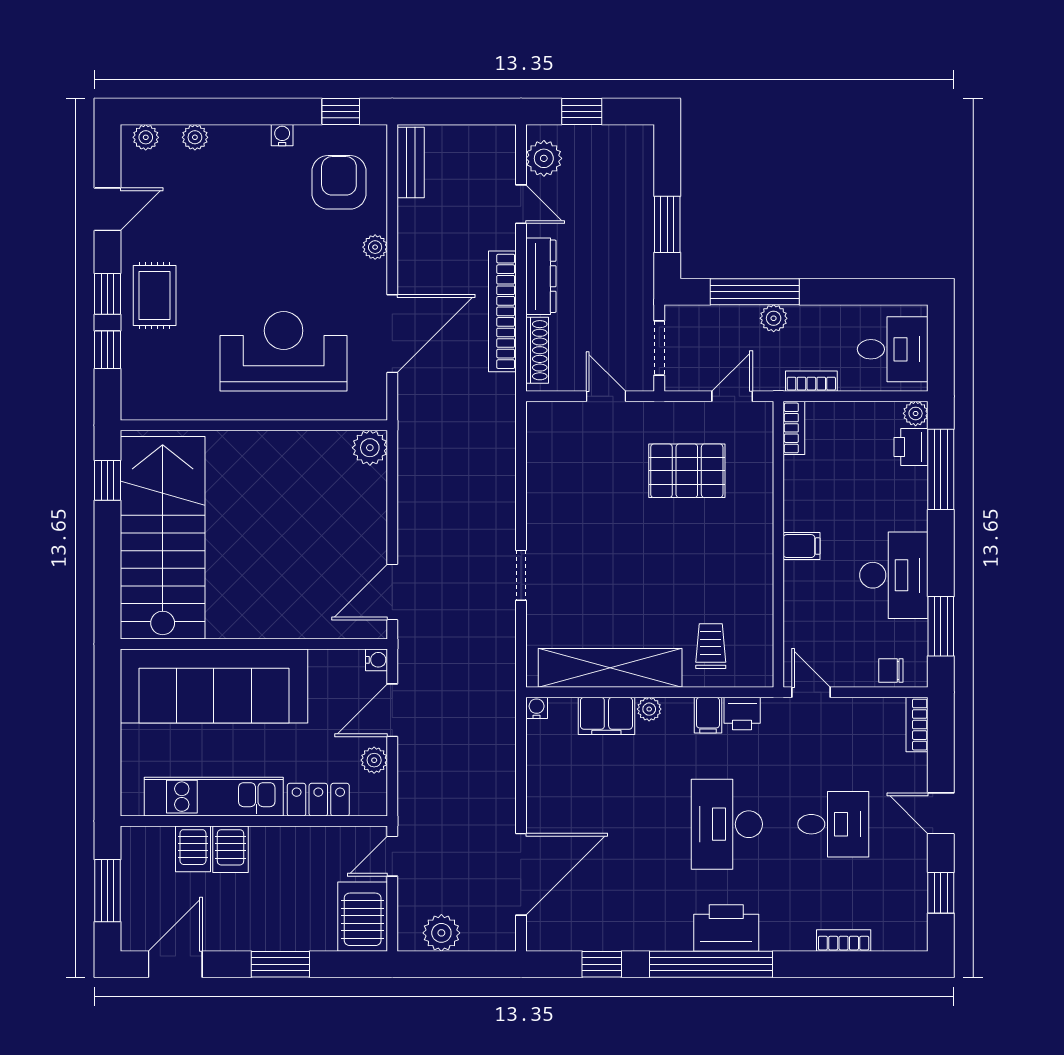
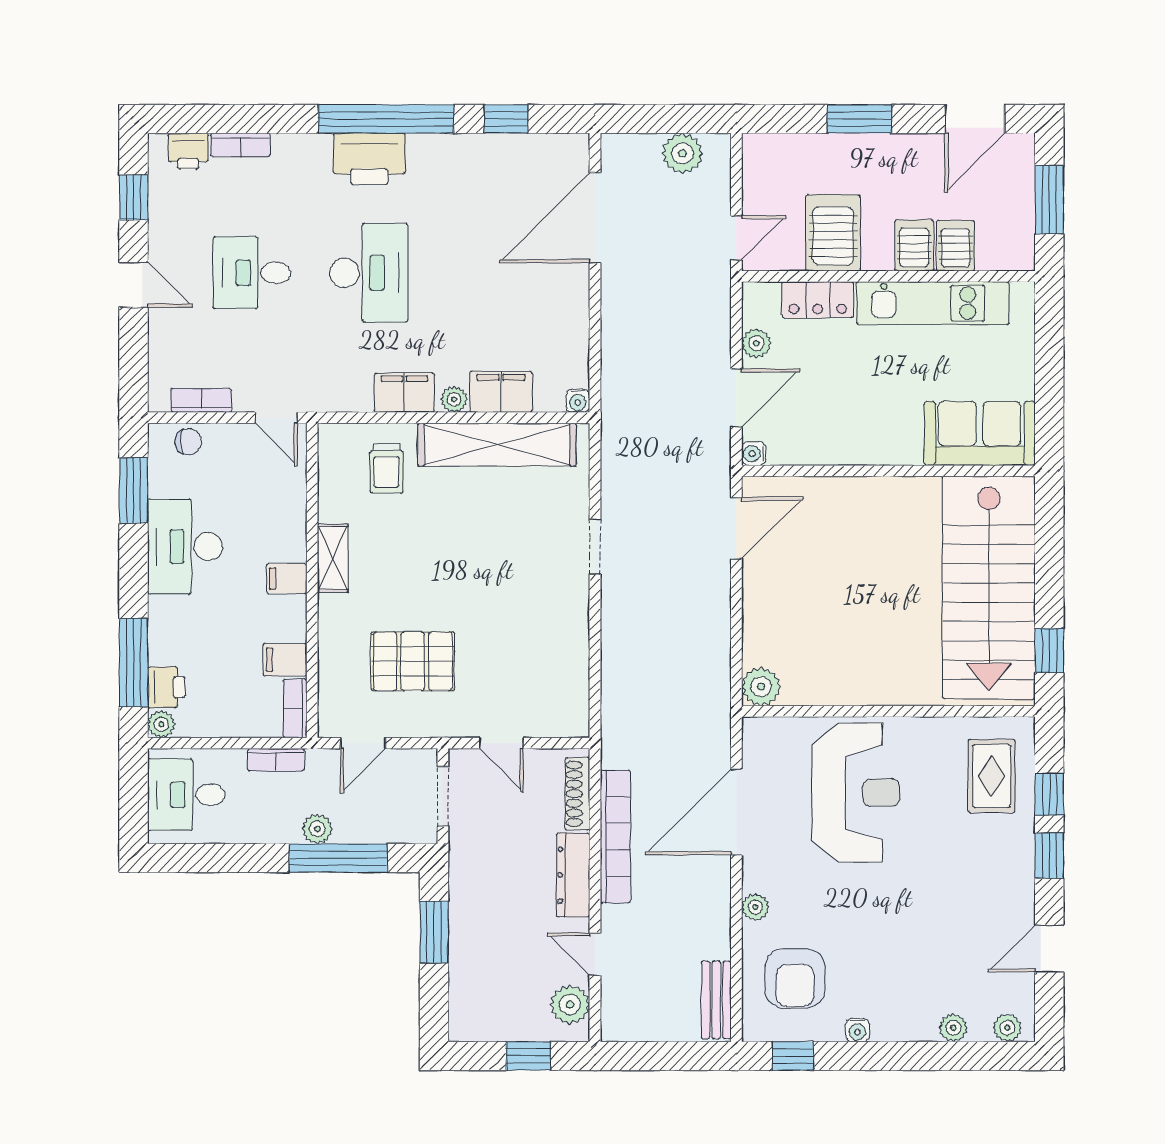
rug: (155, 296) -> (992, 776), moved
reception desk: (284, 351) -> (856, 793), turned -90
filing cabinet: (803, 472) -> (285, 660), added
shelving: (760, 565) -> (333, 558), added
sofa: (214, 686) -> (980, 433), width x0.54, depth x0.79
printer: (742, 713) -> (188, 151), moved, turned 180
filing cabinet: (708, 715) -> (404, 393), width x2.00
bookcase: (917, 725) -> (201, 400), moved, turned -90
server rack: (363, 917) -> (833, 233), moved, turned 180

